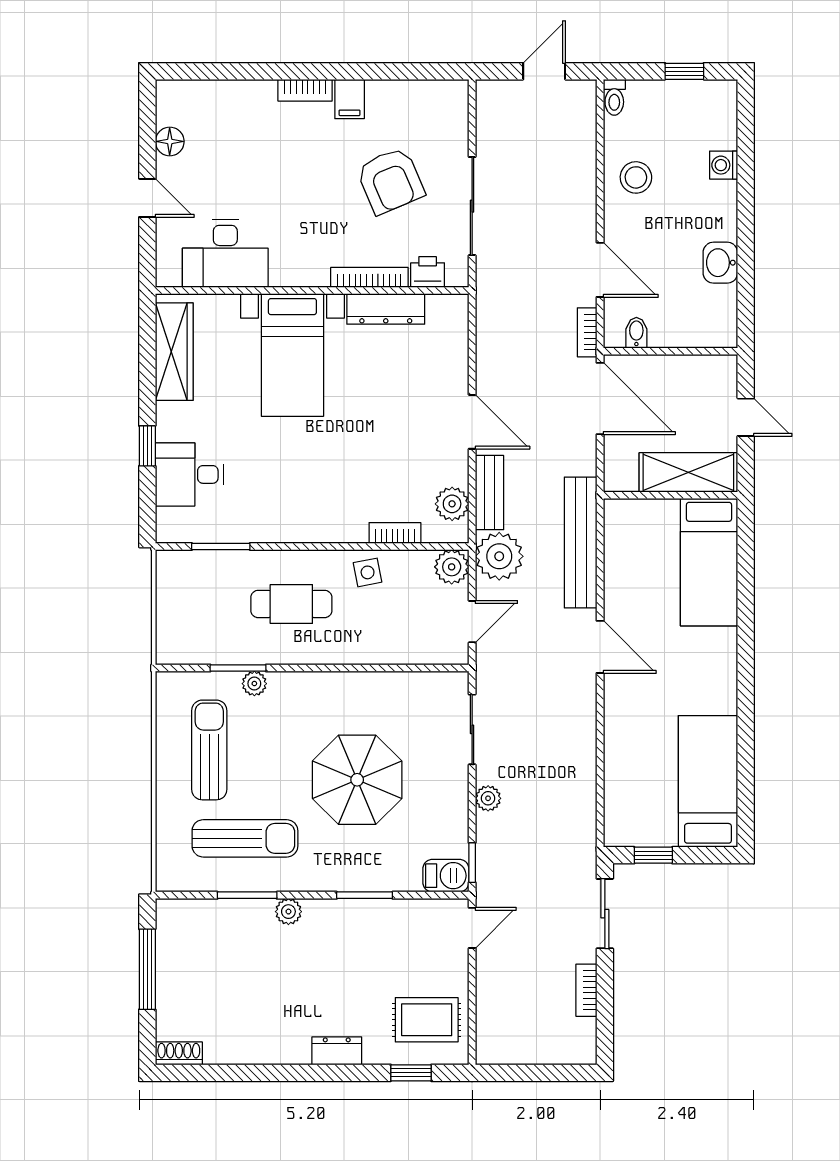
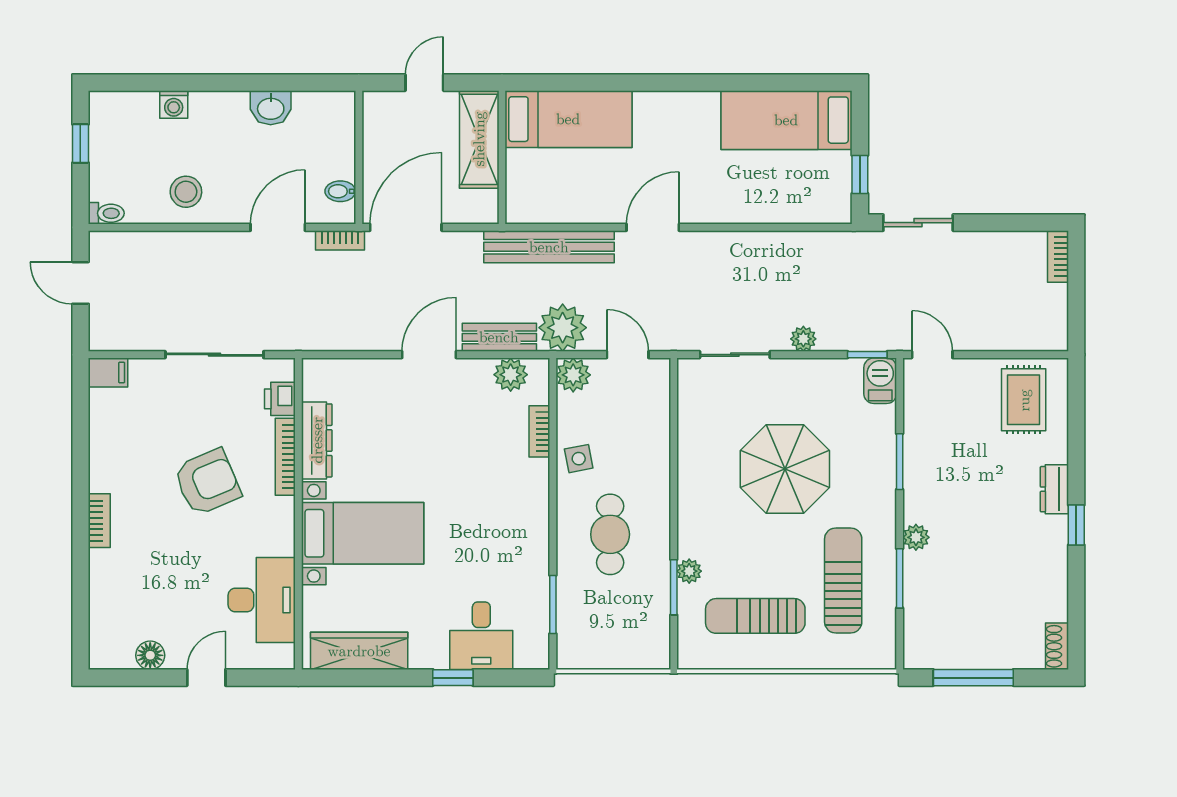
filing cabinet: (350, 99) -> (108, 372), moved
armchair: (390, 181) -> (207, 482), moved
bookcase: (586, 990) -> (1058, 257), moved, turned 90
window: (411, 1073) -> (1076, 525), moved

